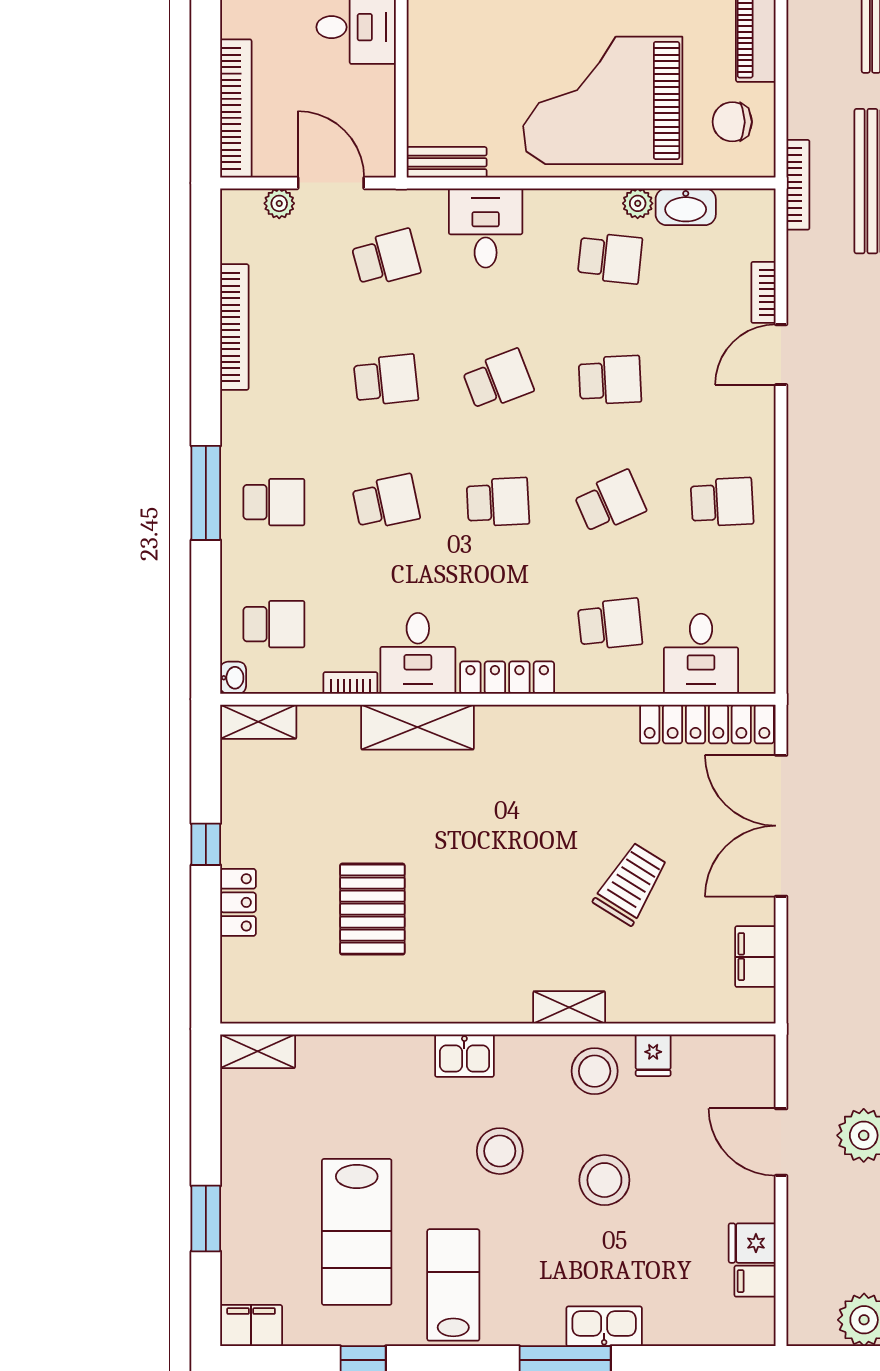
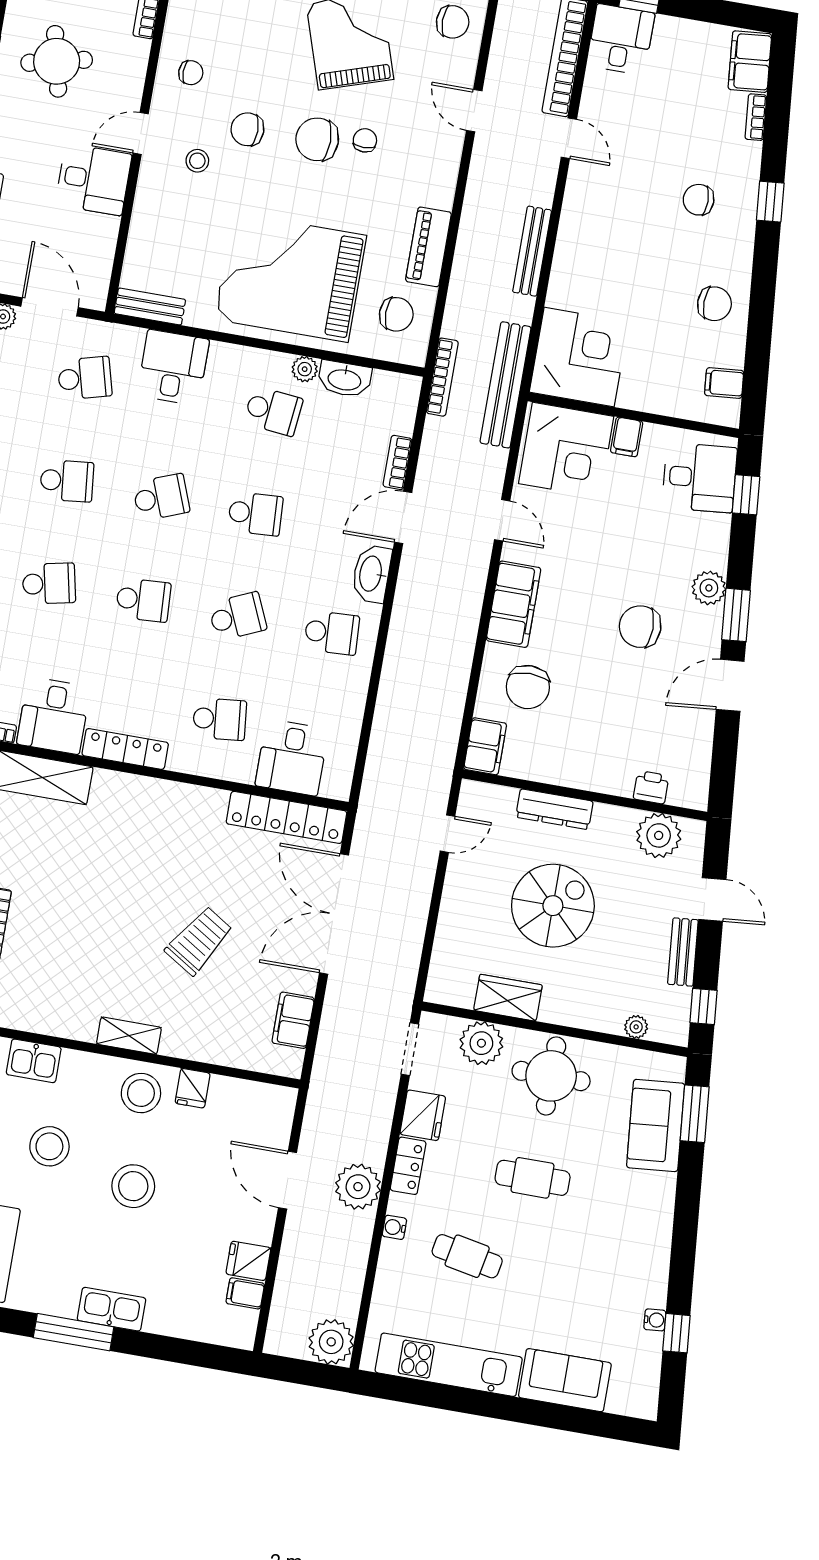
chair: (732, 122) -> (396, 314), turned 180
washbasin: (756, 426) -> (371, 574), added

